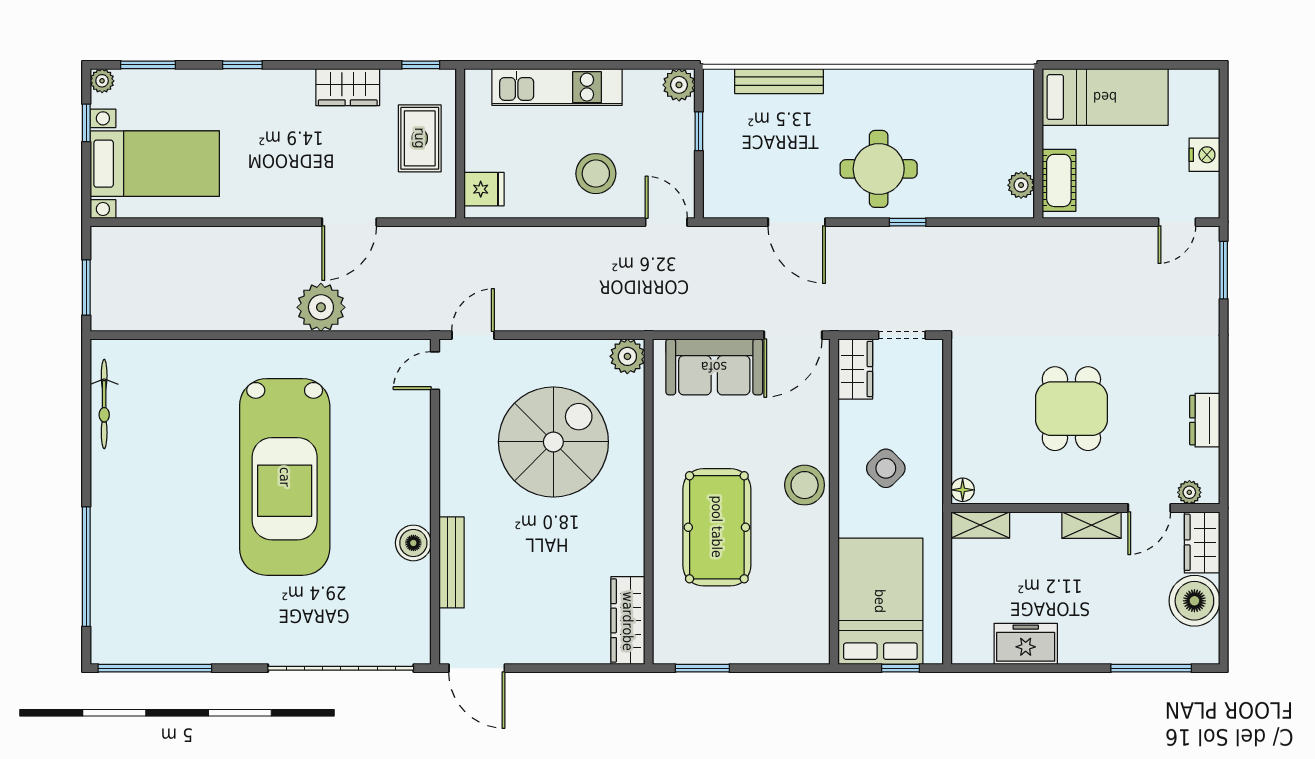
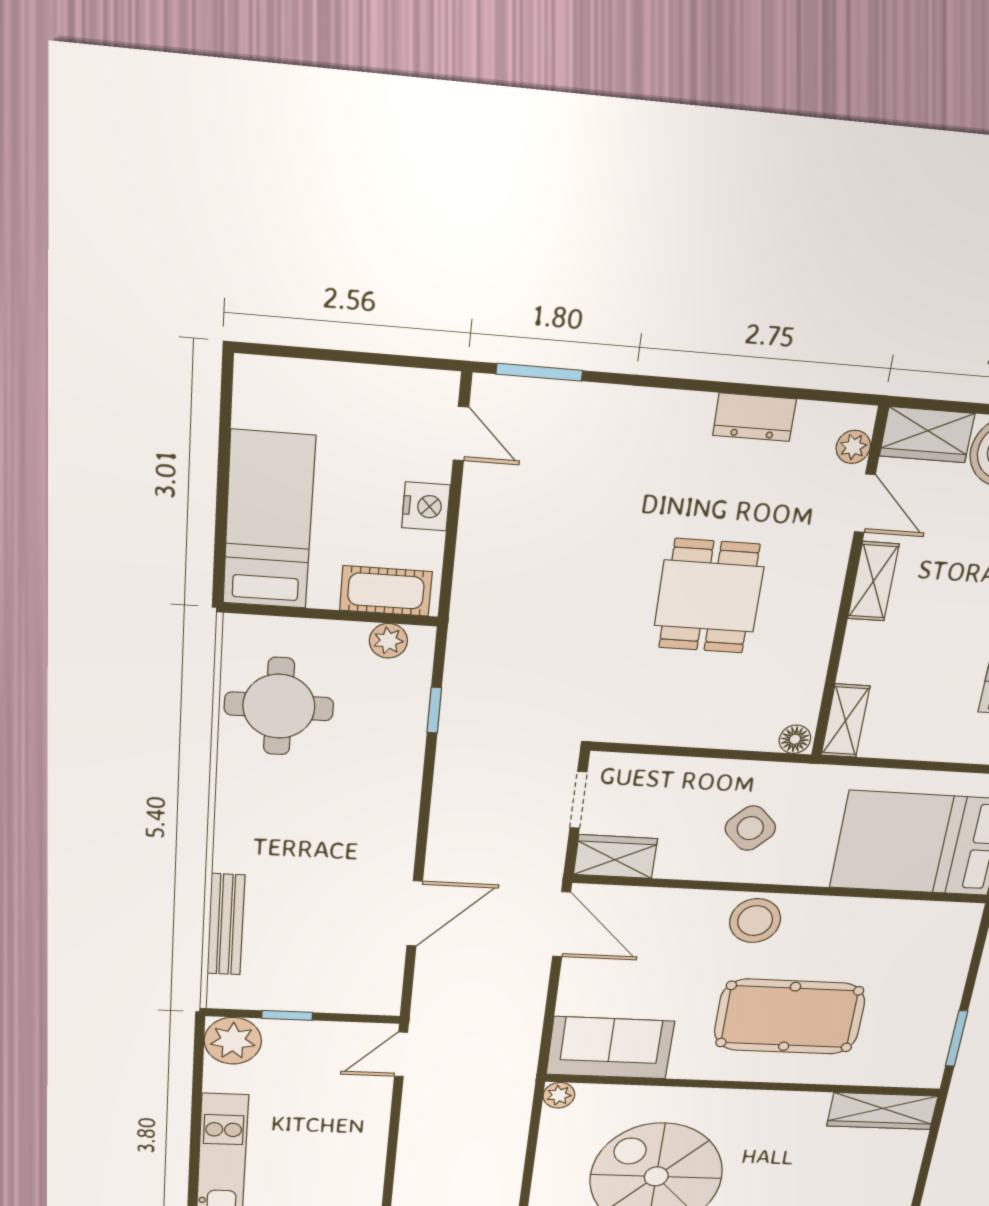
plant: (679, 85) -> (233, 1041), width x1.36, depth x1.36
nightstand: (1204, 155) -> (426, 506), moved, turned 90
round table: (879, 169) -> (279, 706), moved
stool: (596, 174) -> (333, 1124), removed
window: (908, 222) -> (434, 710), moved
plant: (627, 356) -> (559, 1095), width x0.73, depth x0.73
sofa: (714, 367) -> (610, 1048), moved, turned -90
dining table: (1071, 409) -> (709, 596), turned 90

